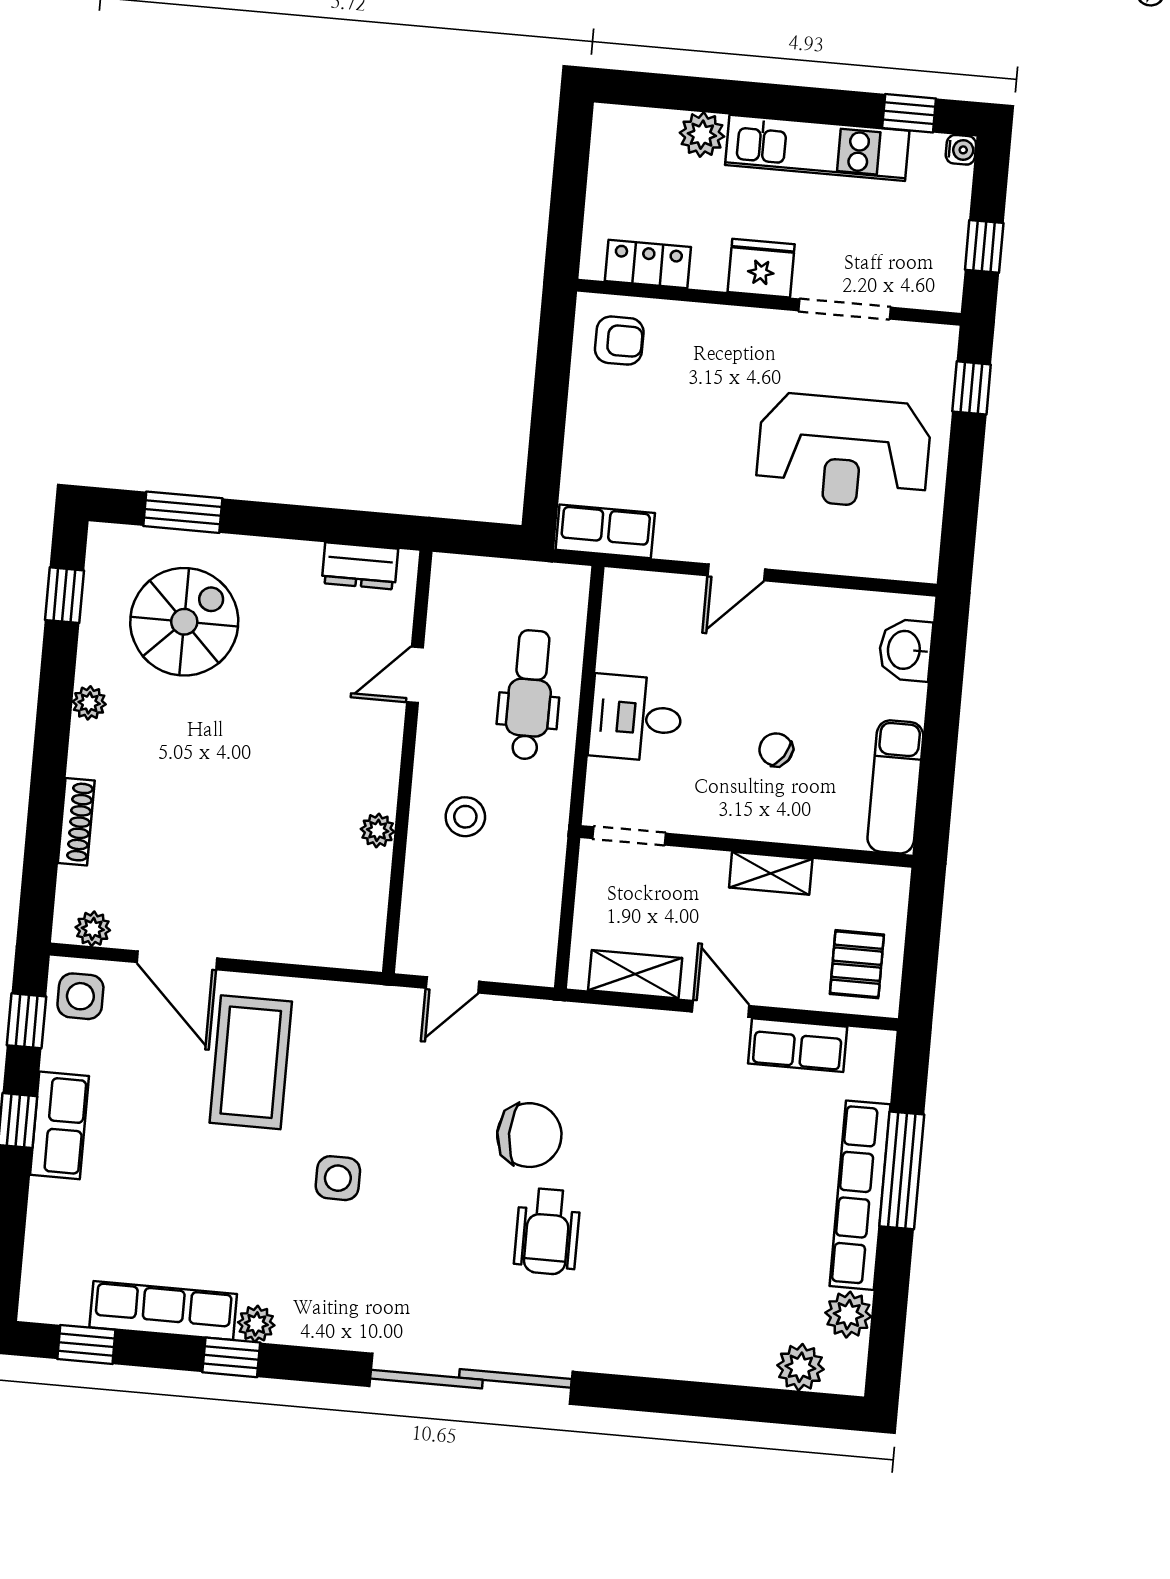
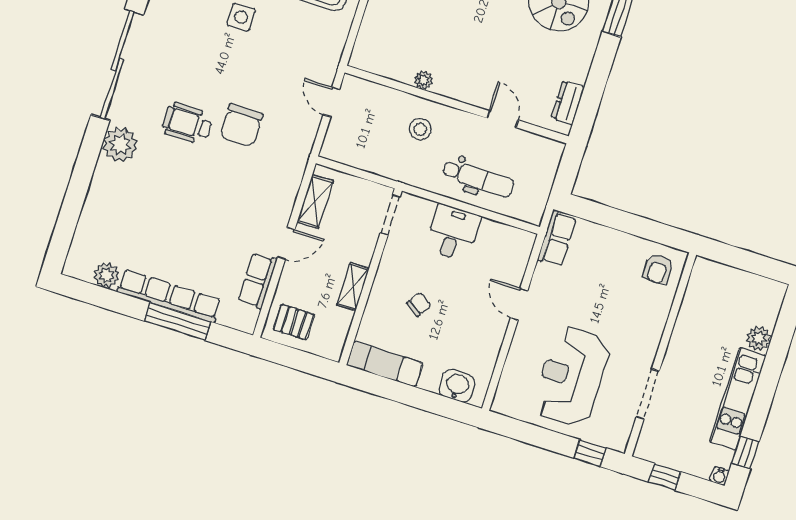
locker: (648, 264) -> (696, 294), removed
fridge: (761, 268) -> (680, 354), removed
plant: (800, 1367) -> (120, 145), moved, width x1.36, depth x1.36

